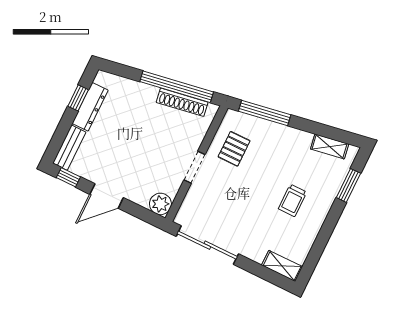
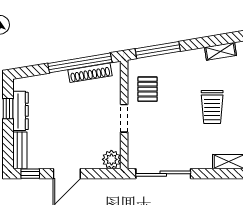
trolley: (292, 200) -> (212, 107), width x1.36, depth x1.39

